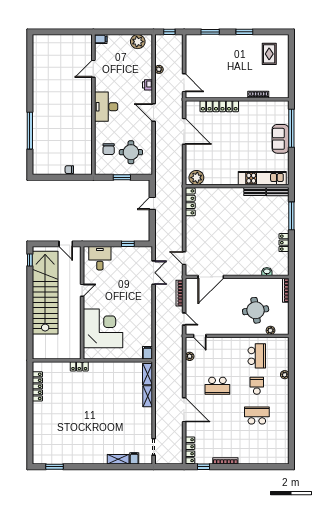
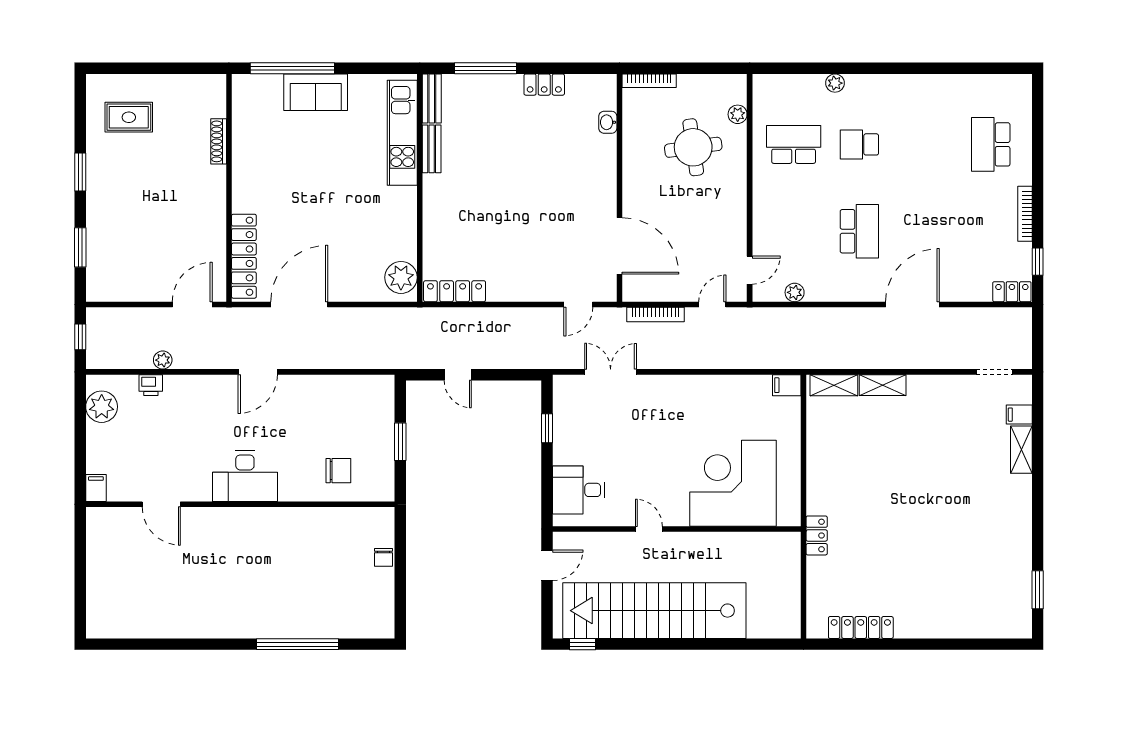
printer: (148, 85) -> (151, 385), moved
locker: (219, 106) -> (244, 256), moved
round table: (131, 152) -> (345, 422), removed
school desk: (257, 416) -> (991, 144), moved
locker: (190, 450) -> (1012, 292), width x0.66

